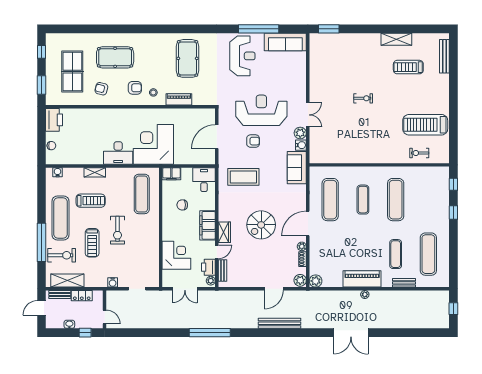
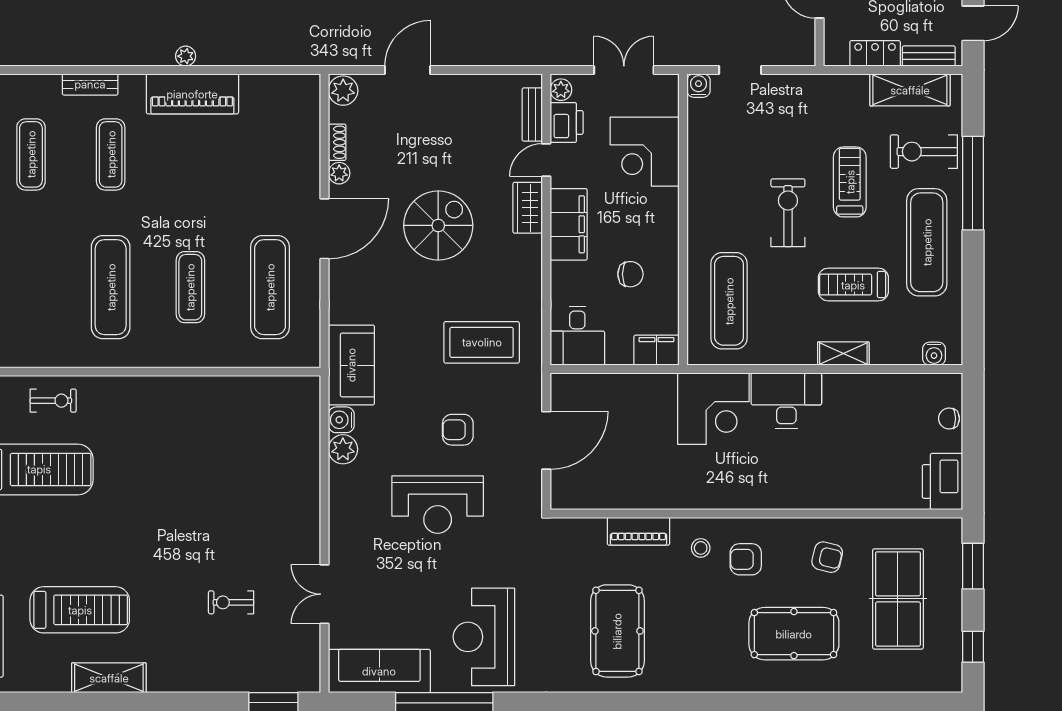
treadmill: (408, 67) -> (80, 610), width x1.37, depth x1.38
exercise bike: (363, 98) -> (231, 602), moved
reception desk: (261, 110) -> (438, 505), width x0.74, depth x0.77
double door: (308, 115) -> (325, 594), moved
corner desk: (153, 144) -> (713, 409), width x0.74, depth x0.74
exercise mat: (428, 254) -> (31, 154), width x0.73, depth x0.69
plant: (316, 281) -> (306, 89), removed
water cooler: (113, 282) -> (699, 86), moved

